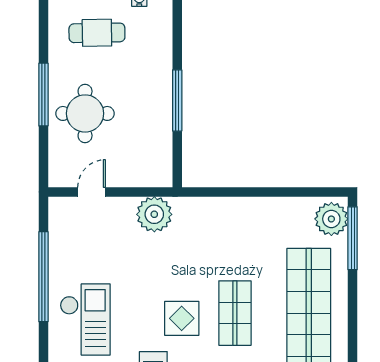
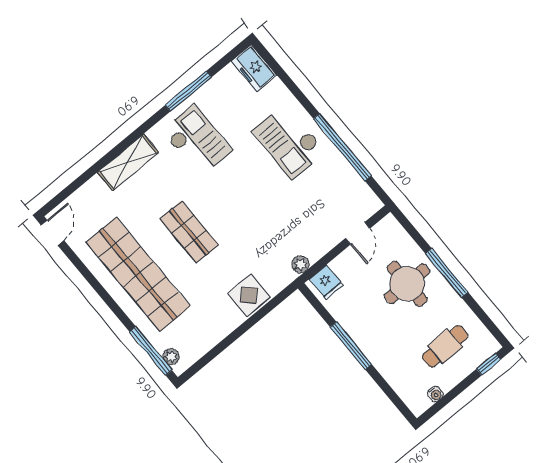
fridge: (153, 172) -> (326, 282), added
plant: (154, 214) -> (301, 264), width x0.53, depth x0.53
plant: (331, 219) -> (171, 357), width x0.53, depth x0.53
display table: (182, 318) -> (249, 295), moved

